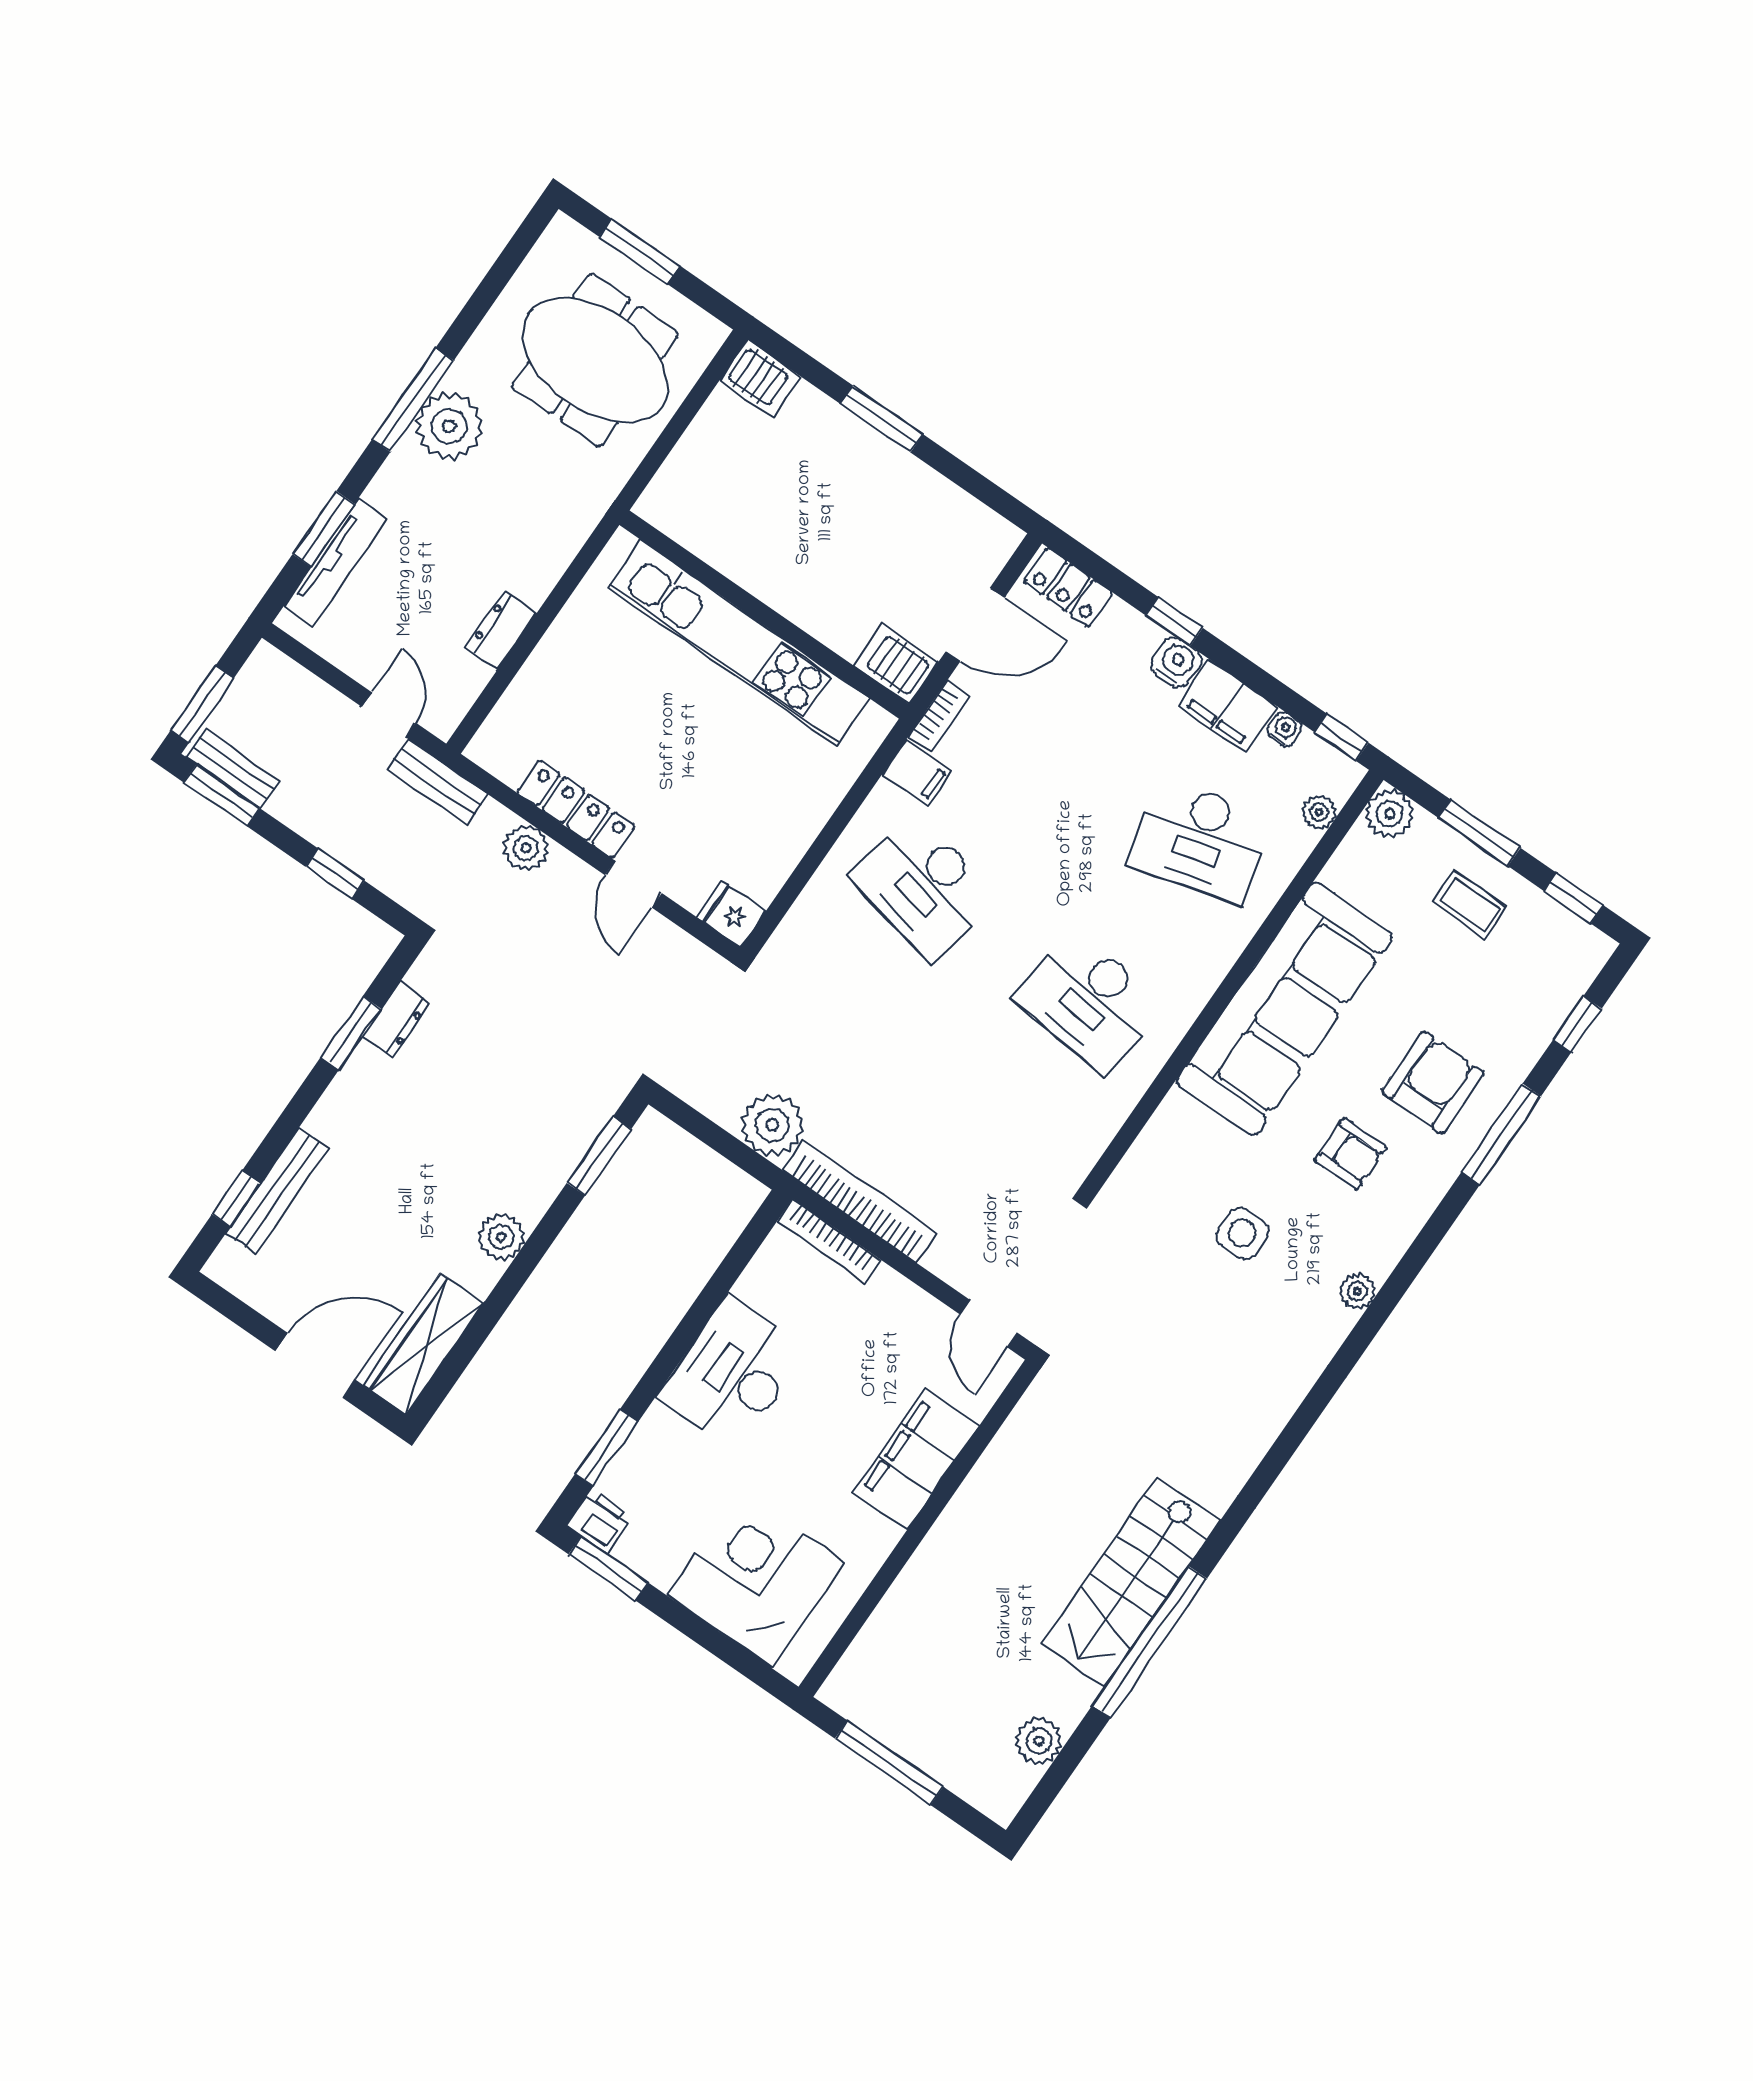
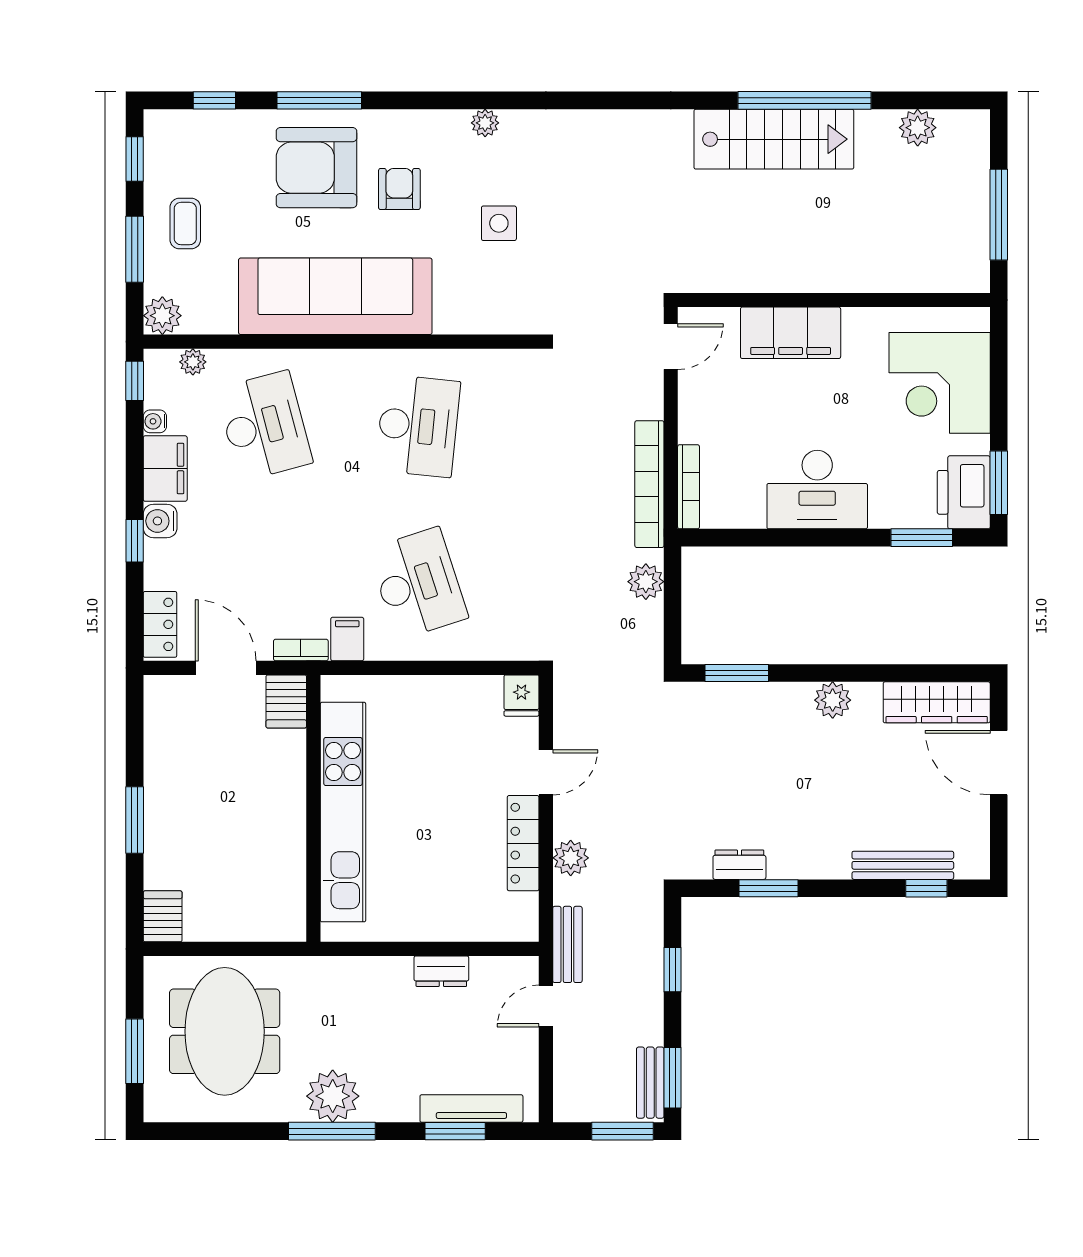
desk: (924, 887) -> (418, 584), turned -30
armchair: (1433, 1082) -> (317, 168), width x1.36, depth x1.36
plant: (772, 1125) -> (646, 582), width x0.73, depth x0.73
printer: (600, 1521) -> (964, 492), width x1.87, depth x1.48

